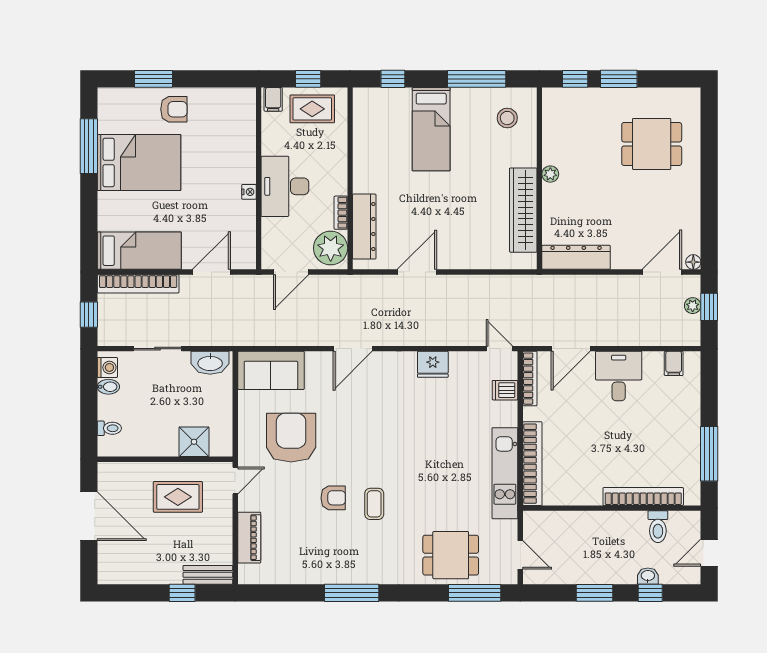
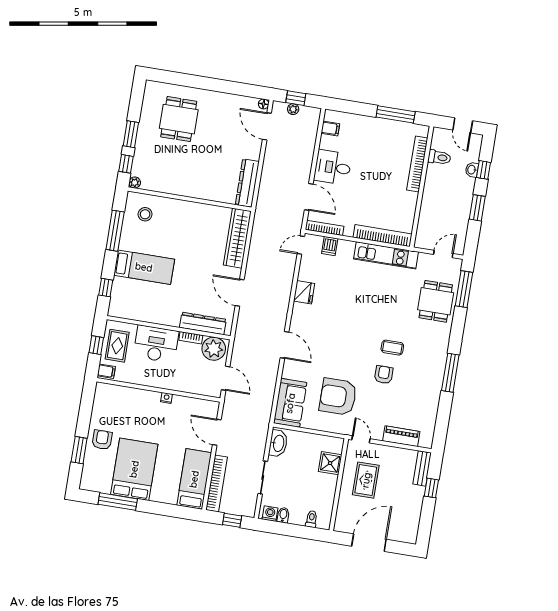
plant: (550, 174) -> (135, 183), moved
desk: (285, 186) -> (156, 344), moved, turned 180
wardrobe: (523, 210) -> (237, 238), moved, turned 90

